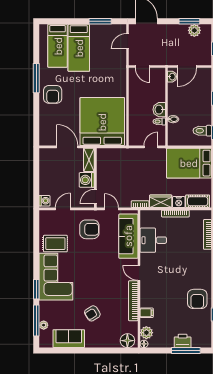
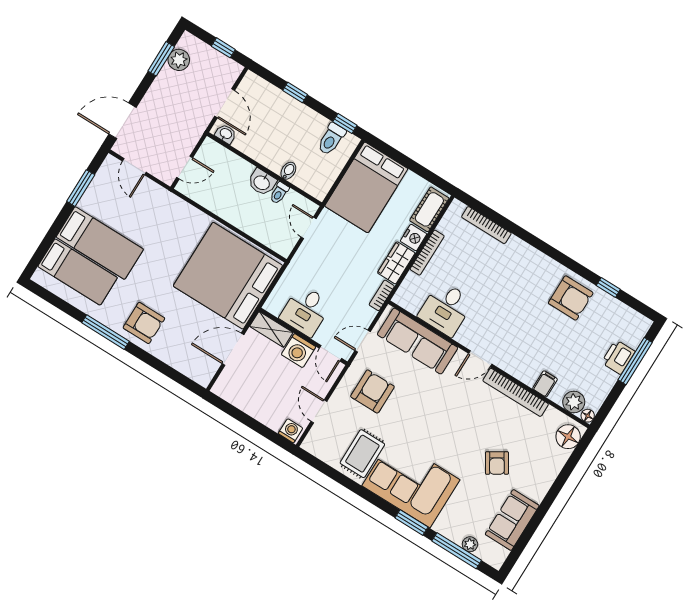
desk: (109, 171) -> (306, 311), added

